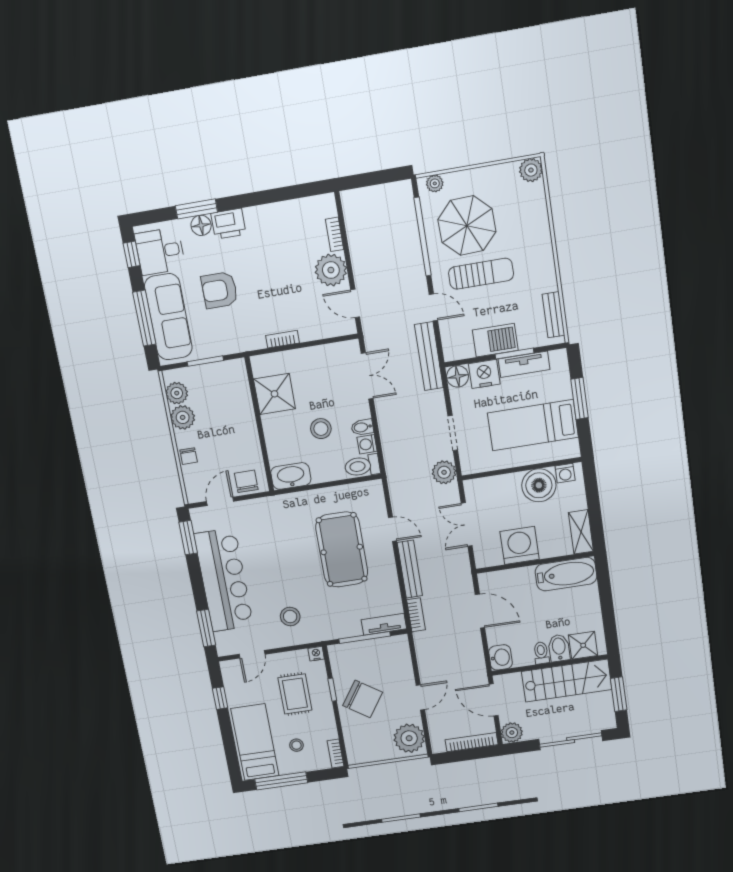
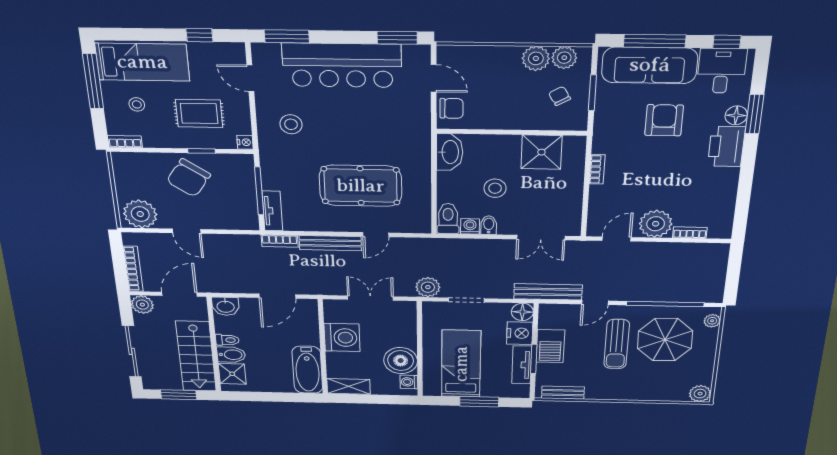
printer: (228, 224) -> (726, 146), width x1.37, depth x1.19
chair: (189, 456) -> (560, 96), moved, turned 60

